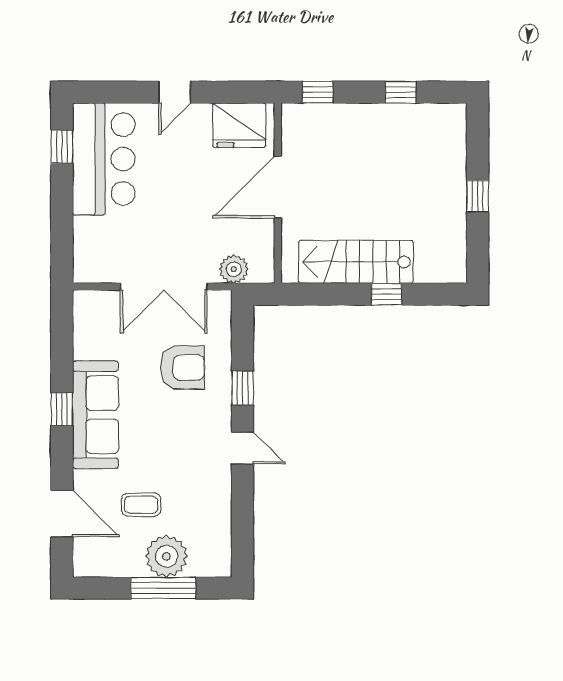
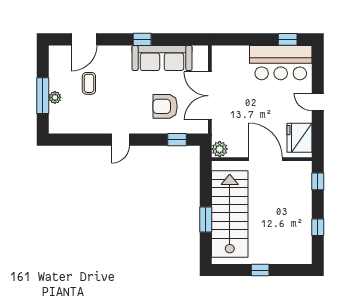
stairs: (356, 262) -> (230, 214), width x1.36, depth x1.51
plant: (234, 269) -> (220, 149), moved
window: (387, 294) -> (206, 219), width x1.50
armchair: (183, 367) -> (165, 106), turned 90
window: (242, 388) -> (177, 140), moved
sofa: (95, 415) -> (162, 58), moved
plant: (167, 556) -> (55, 97), width x0.53, depth x0.53

